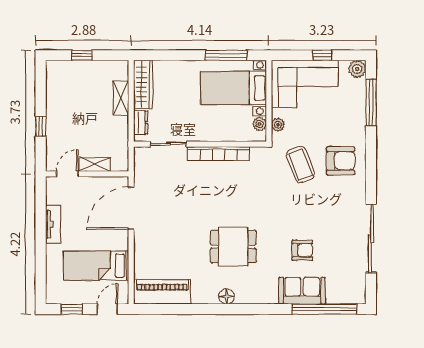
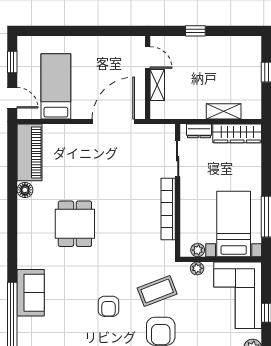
door: (131, 208) -> (113, 122), hinge flipped
tv unit: (53, 224) -> (97, 43), removed
armchair: (302, 250) -> (109, 306), moved
floor lamp: (226, 296) -> (25, 190), moved

